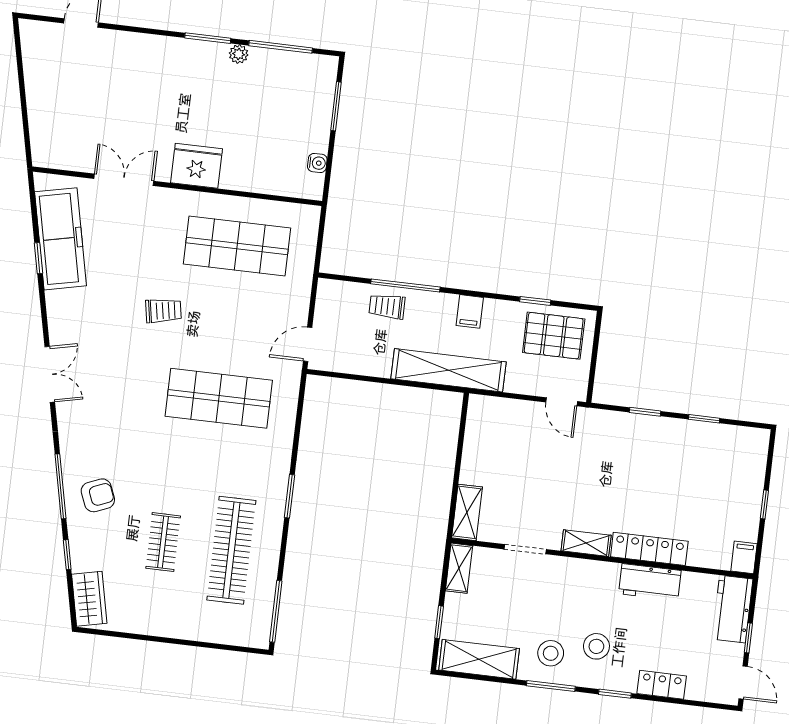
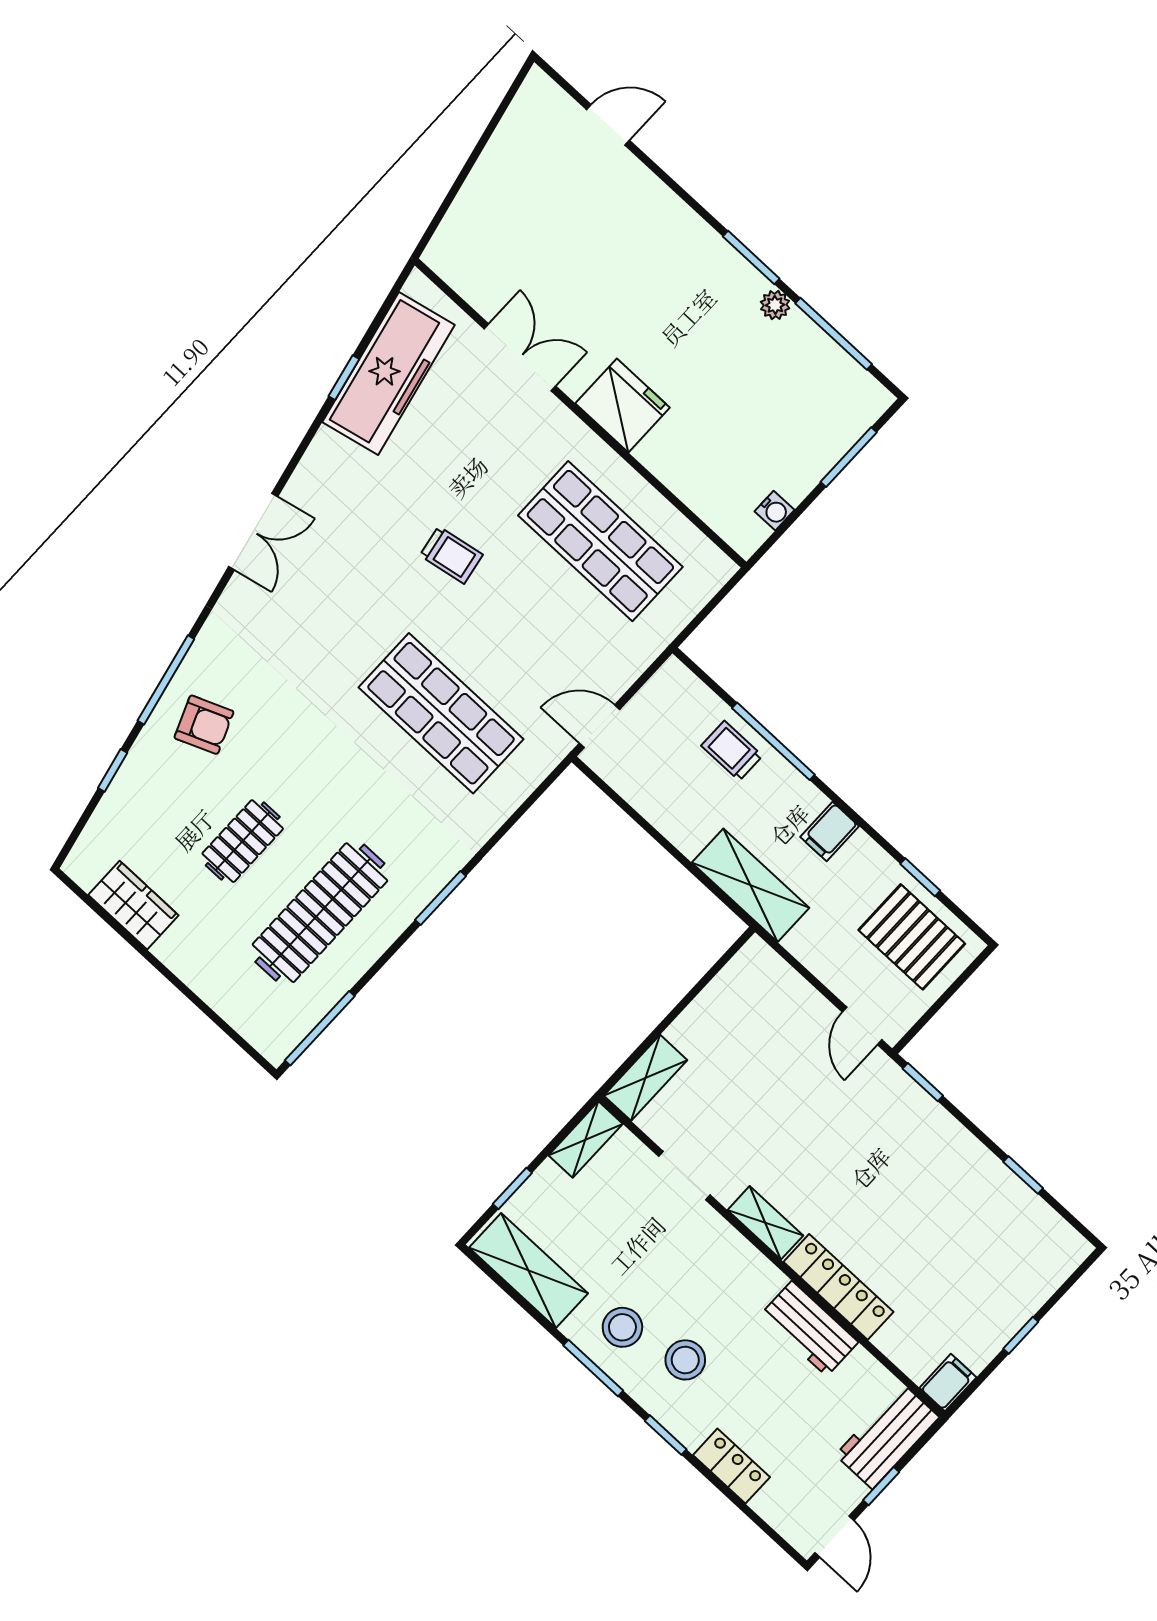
shelving: (449, 370) -> (750, 885), width x0.68
window: (645, 412) -> (923, 1082), moved
wardrobe: (89, 599) -> (133, 905), moved, turned -78

